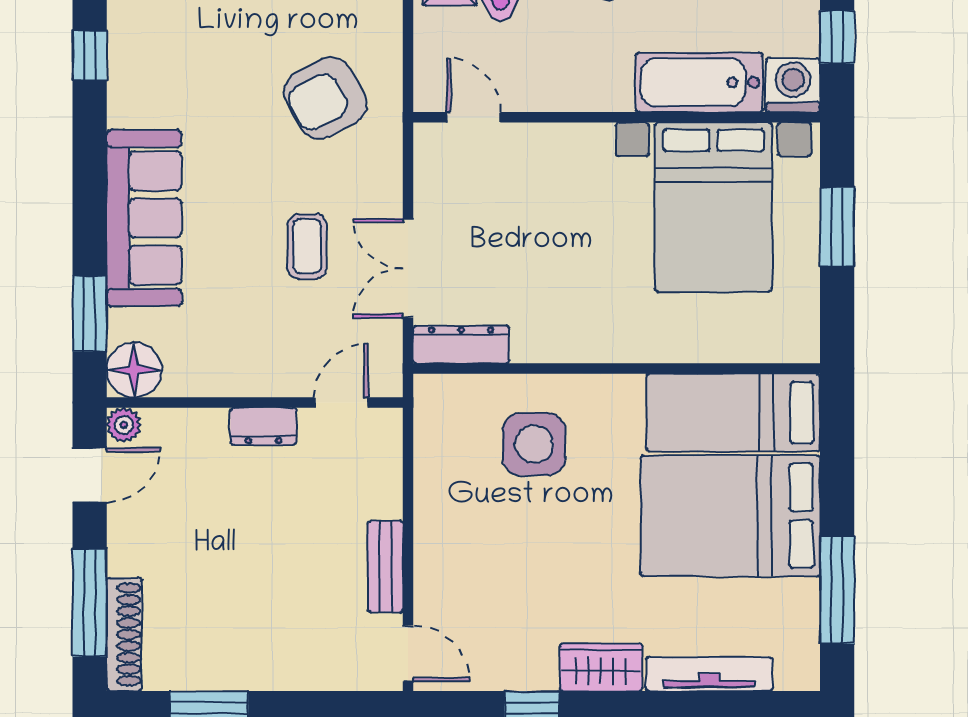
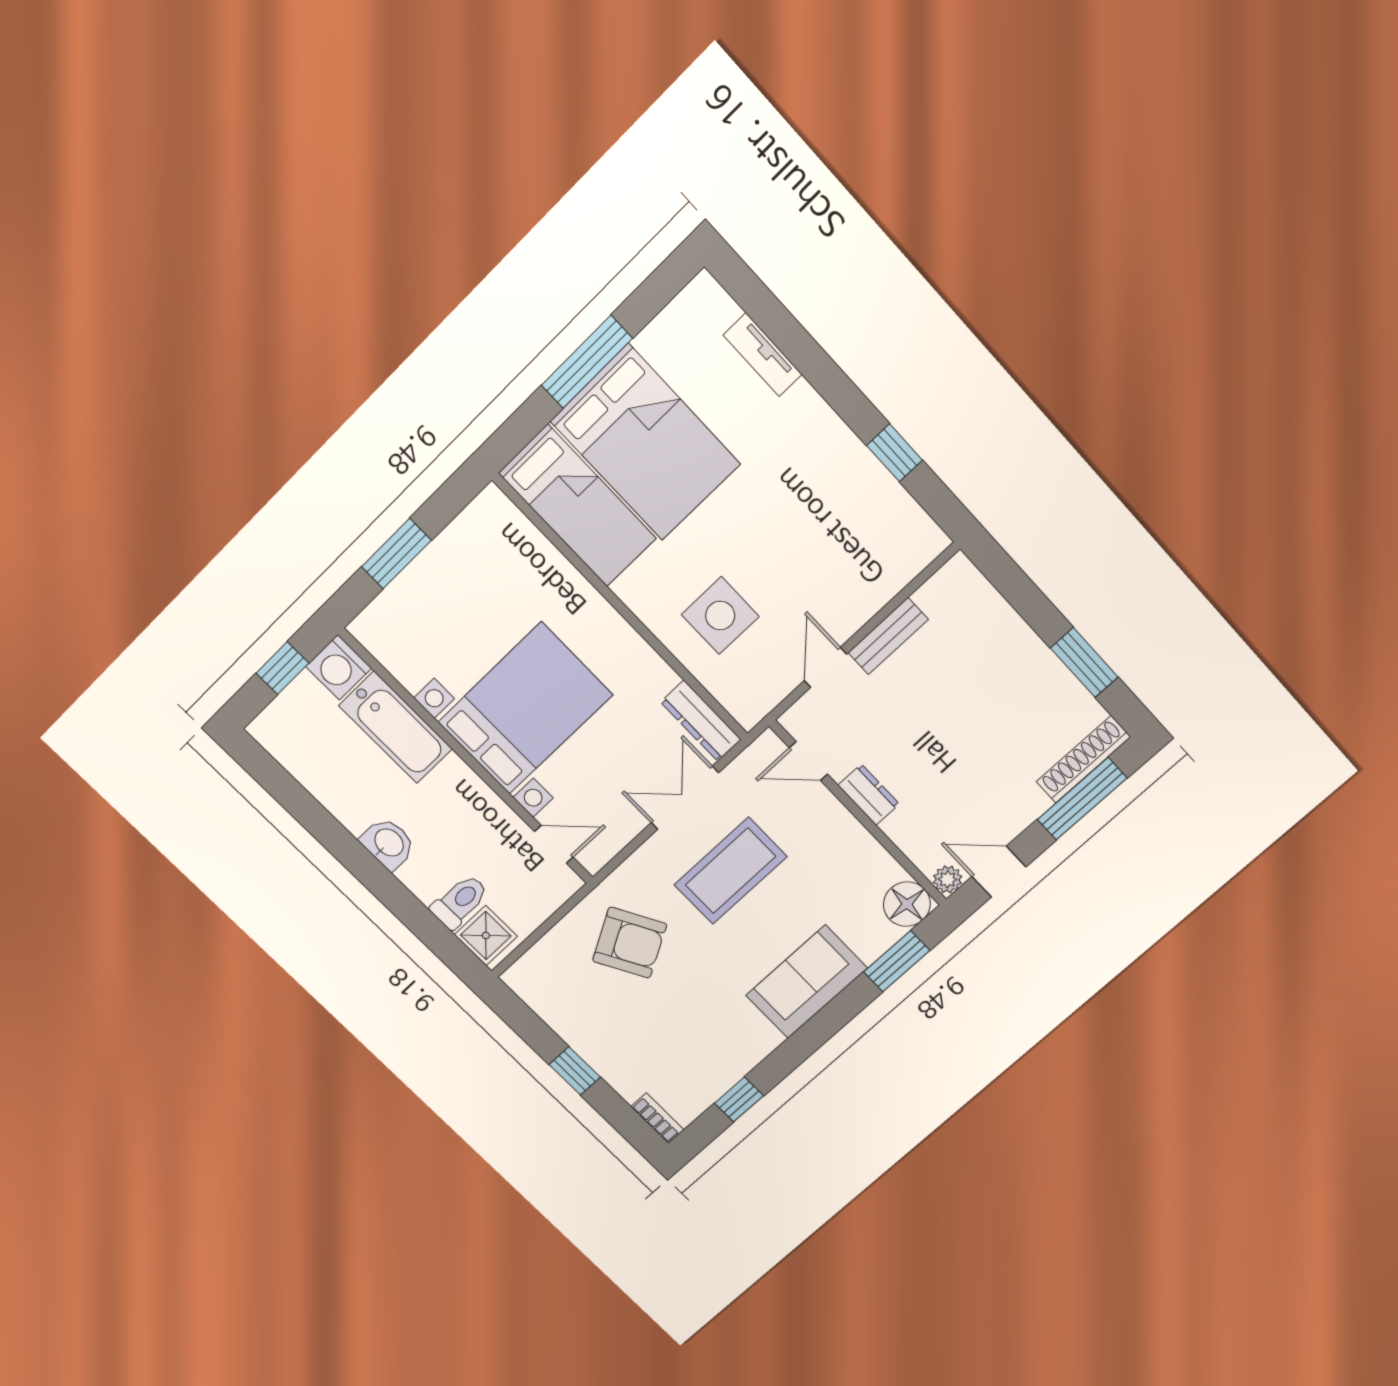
door: (474, 117) -> (554, 844), swing flipped
bed with nightstands: (713, 207) -> (525, 709), moved
sofa: (144, 218) -> (807, 982), width x0.73
coffee table: (307, 246) -> (731, 871), width x1.86, depth x1.72
double door: (408, 268) -> (685, 798), swing flipped
window: (837, 590) -> (587, 362), moved
door: (408, 653) -> (825, 667), moved
wardrobe: (601, 667) -> (825, 433), removed
tv unit: (709, 674) -> (763, 355), width x0.71

